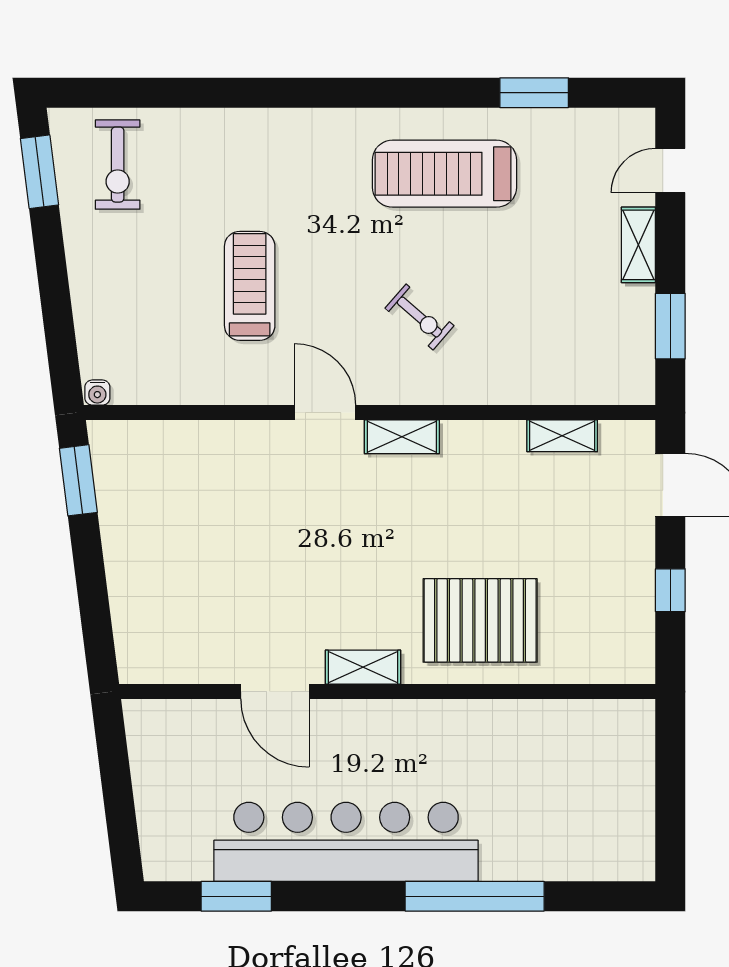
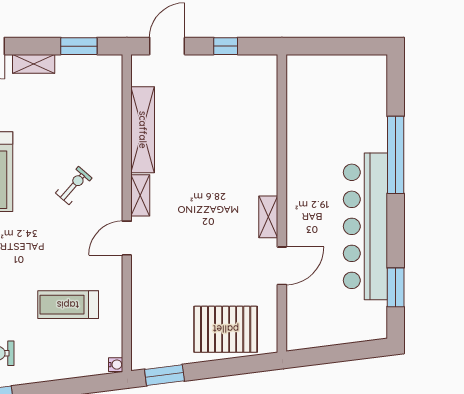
treadmill: (250, 286) -> (68, 305), moved
shelving: (562, 436) -> (143, 130), width x2.20, depth x1.33
pallet: (480, 620) -> (226, 329), moved, turned 90

